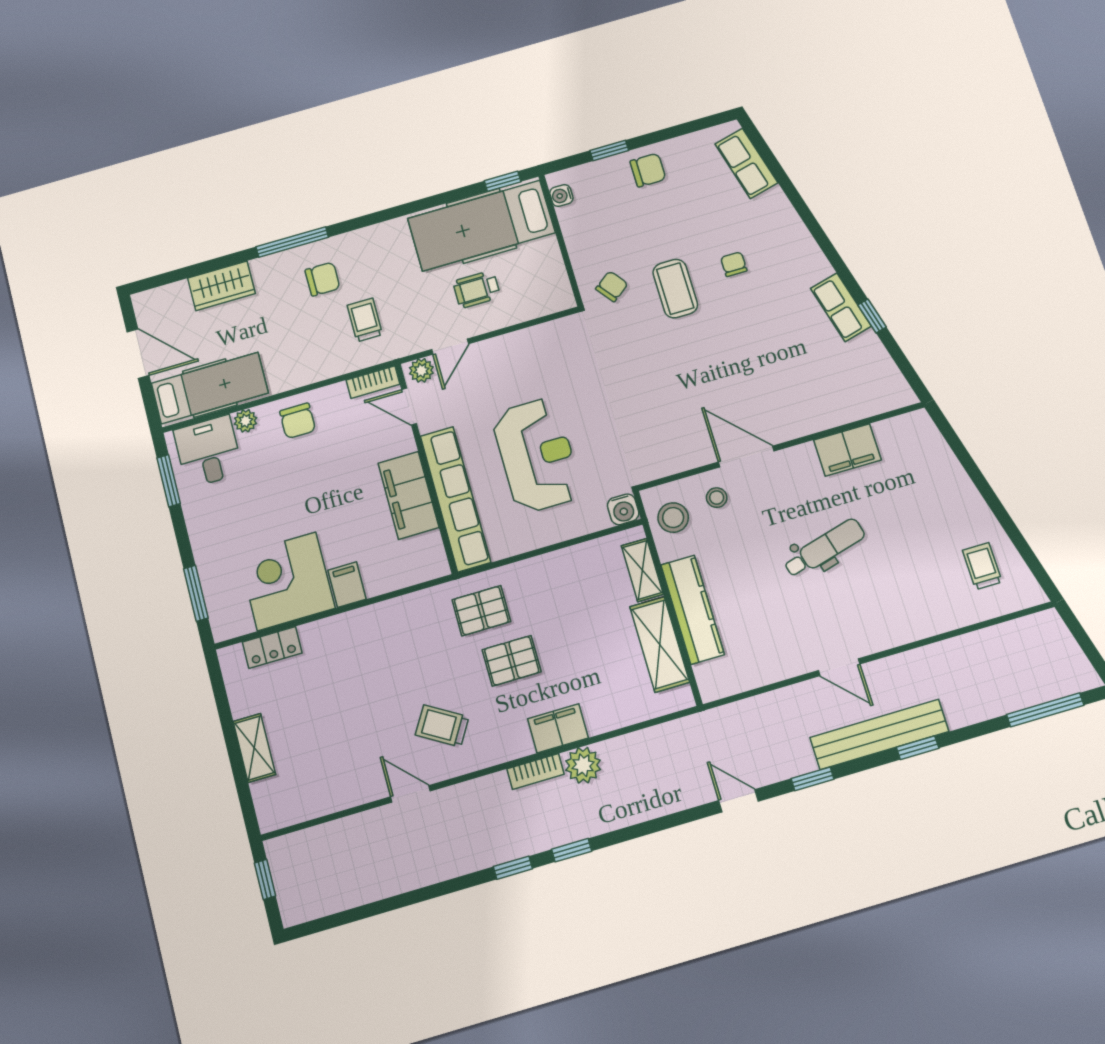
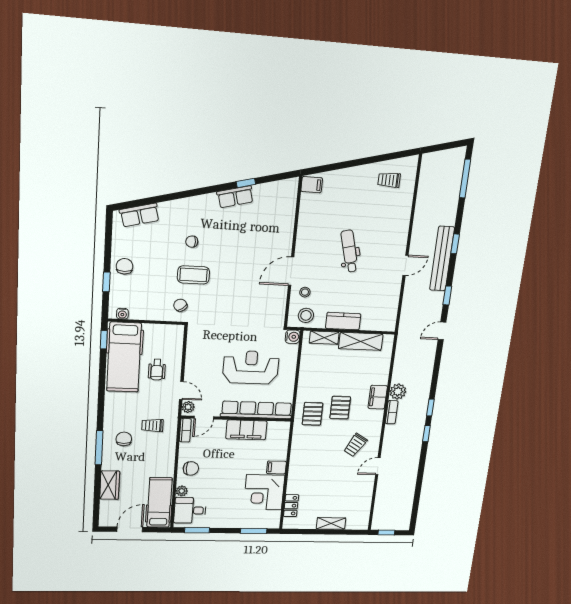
filing cabinet: (847, 450) -> (312, 185), moved, width x0.50
kitchen counter: (692, 610) -> (343, 321), width x0.67

